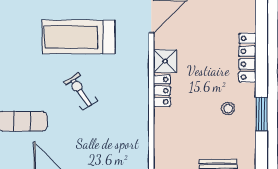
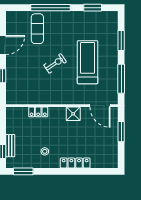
locker: (162, 91) -> (38, 112), moved
window: (261, 114) -> (23, 171), moved

